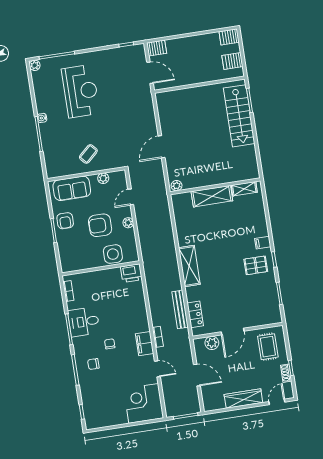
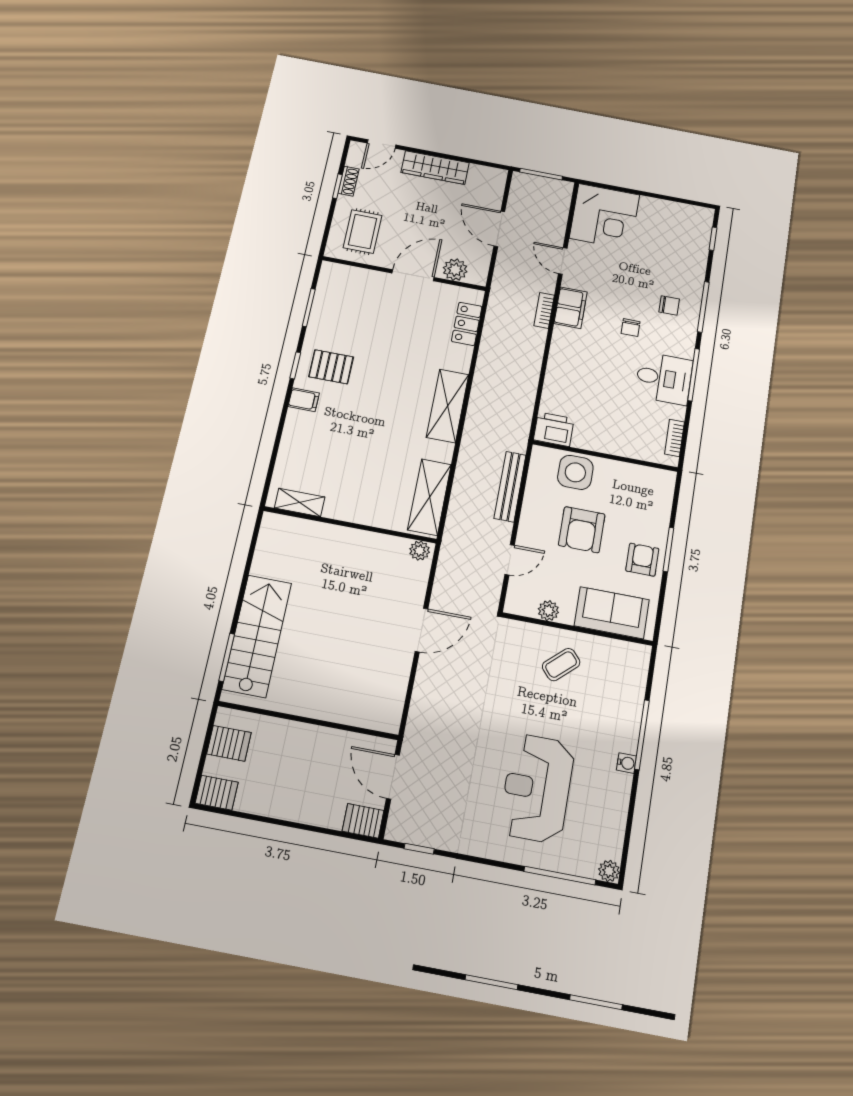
shelving: (212, 196) -> (429, 497), moved, turned 90
plant: (128, 223) -> (530, 517), removed
armchair: (100, 225) -> (582, 530), turned 90
bench: (180, 309) -> (510, 487), moved

